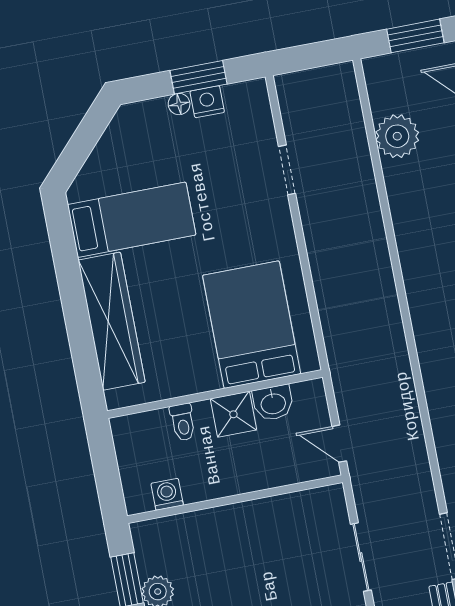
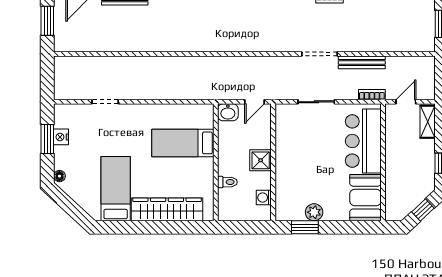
floor lamp: (179, 104) -> (59, 176), moved
plant: (397, 136) -> (98, 40), removed
bed: (252, 325) -> (183, 143), width x0.67
washbasin: (273, 403) -> (228, 112), moved, turned 90
shower: (233, 414) -> (261, 160), moved

